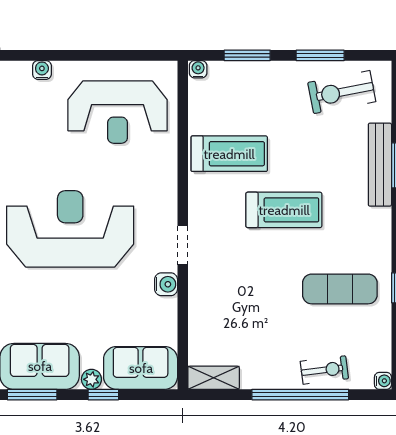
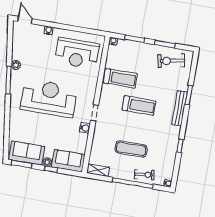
bench: (380, 165) -> (179, 108), moved
exercise mat: (340, 289) -> (131, 149), moved

